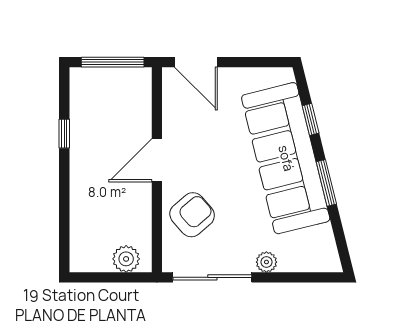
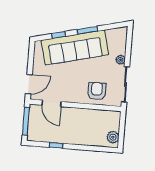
door: (157, 160) -> (52, 103), moved
armchair: (192, 215) -> (97, 91), turned 41
plant: (126, 259) -> (113, 137), moved

